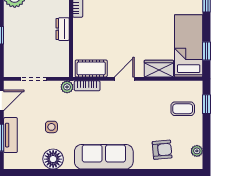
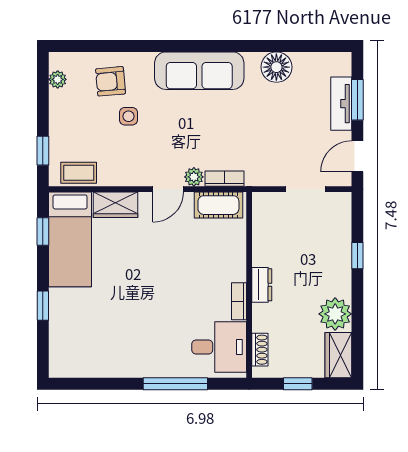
dresser: (63, 29) -> (262, 285), moved
plant: (67, 87) -> (194, 177), moved
coffee table: (183, 109) -> (79, 173), moved
side table: (51, 127) -> (128, 116), moved

